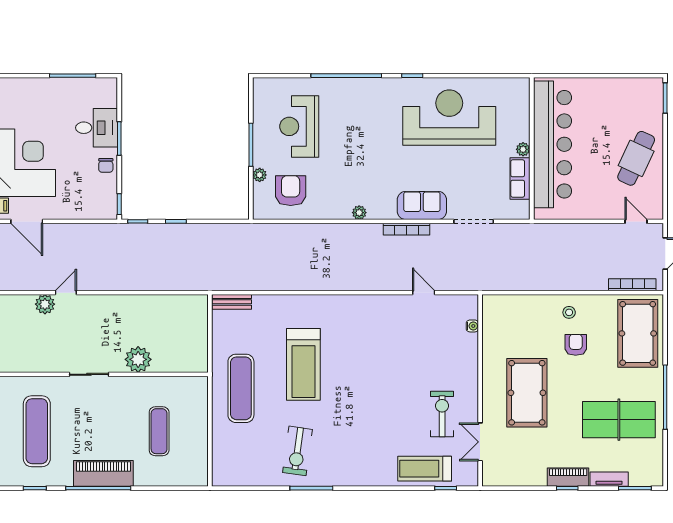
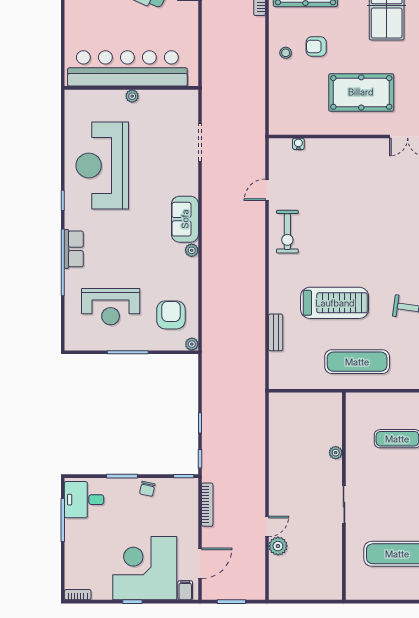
desk: (97, 128) -> (84, 500), moved, turned -90
chair: (106, 165) -> (147, 489), turned 102
plant: (260, 175) -> (192, 344), moved
row of seats: (520, 178) -> (74, 249), moved, turned -90
armchair: (291, 191) -> (171, 315), turned 90
sofa: (422, 205) -> (185, 219), moved
bookcase: (406, 229) -> (207, 505), moved
door: (66, 293) -> (267, 526), swing flipped
bench: (232, 302) -> (276, 332), moved
plant: (138, 359) -> (336, 453), width x0.53, depth x0.53
exercise bike: (442, 414) -> (287, 232), moved, turned -90

